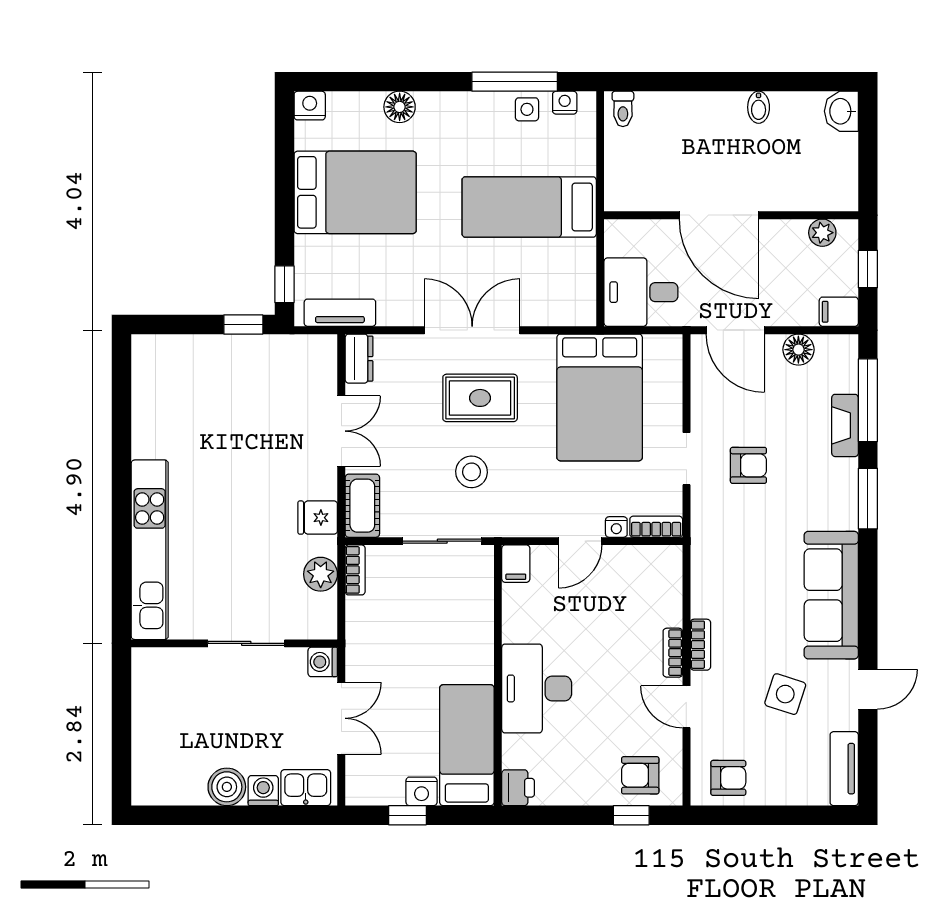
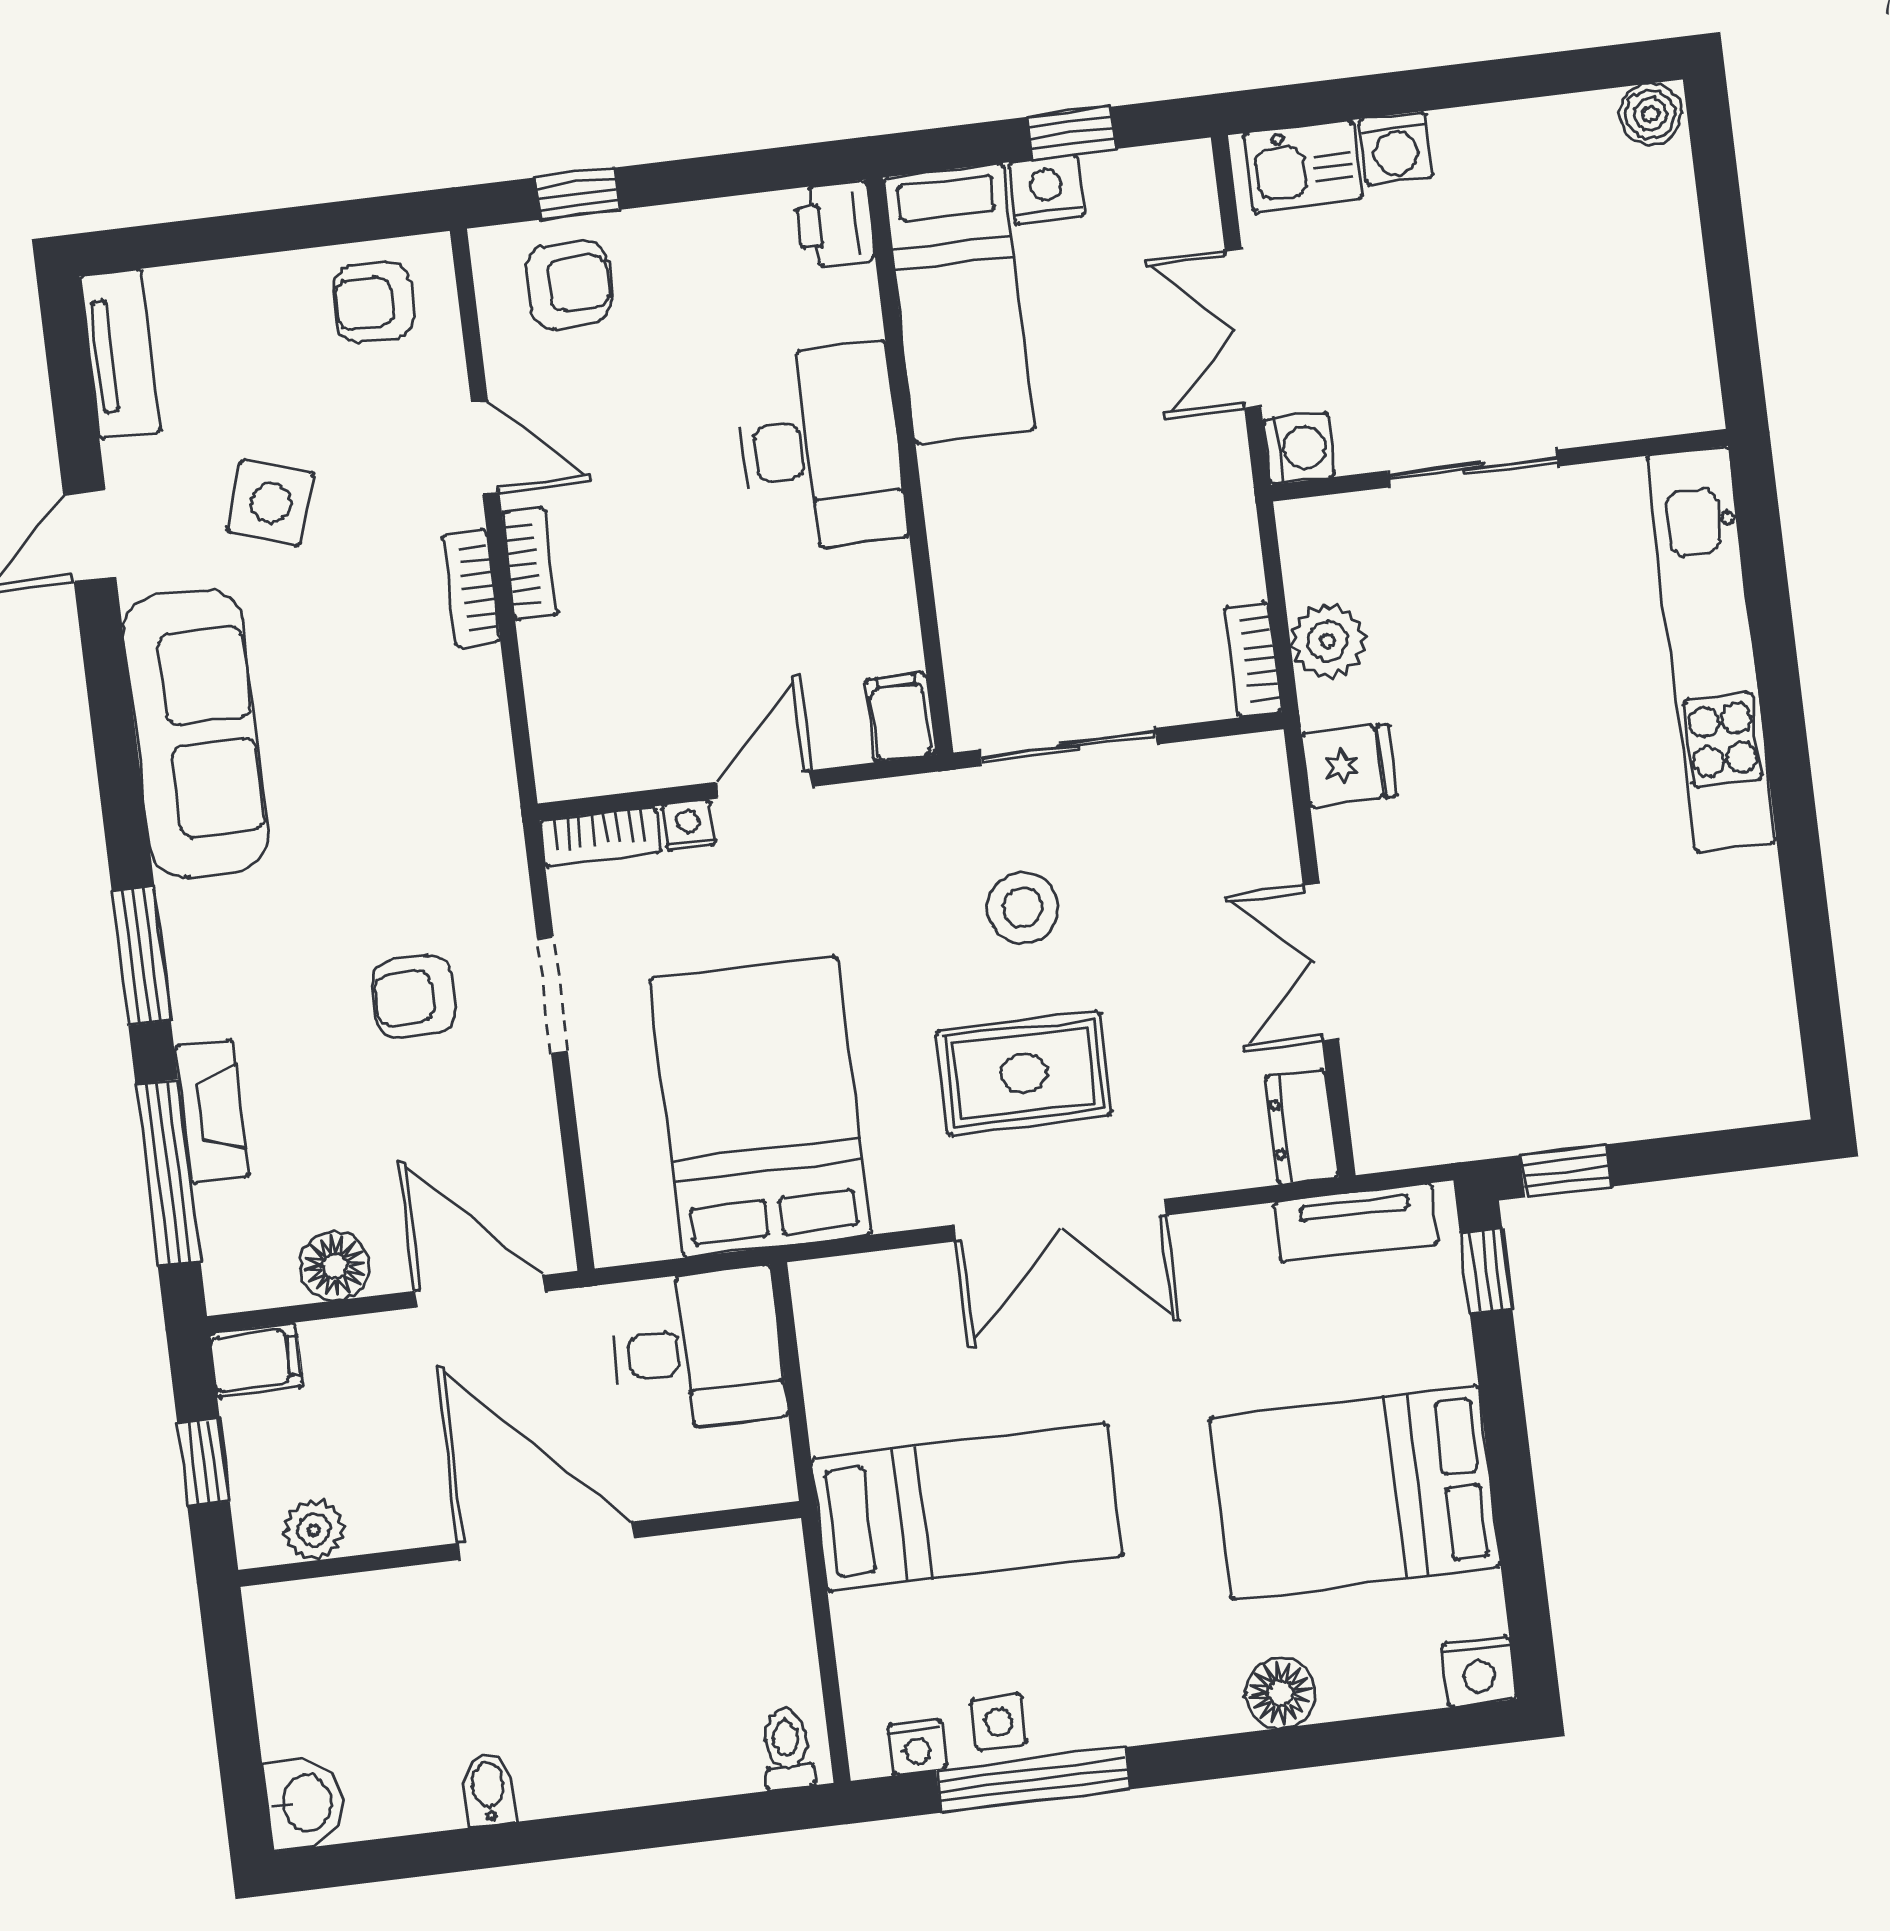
cot: (362, 506) -> (1254, 803), removed
boiler: (227, 787) -> (1650, 114), moved, width x0.73, depth x0.73

